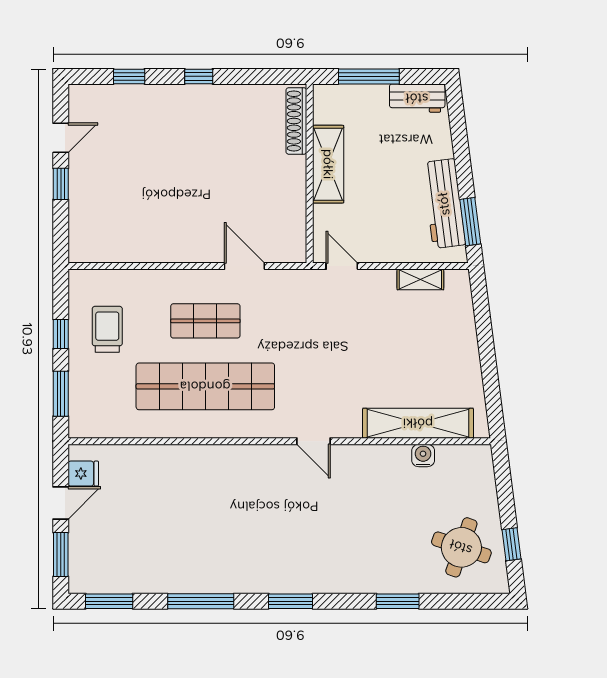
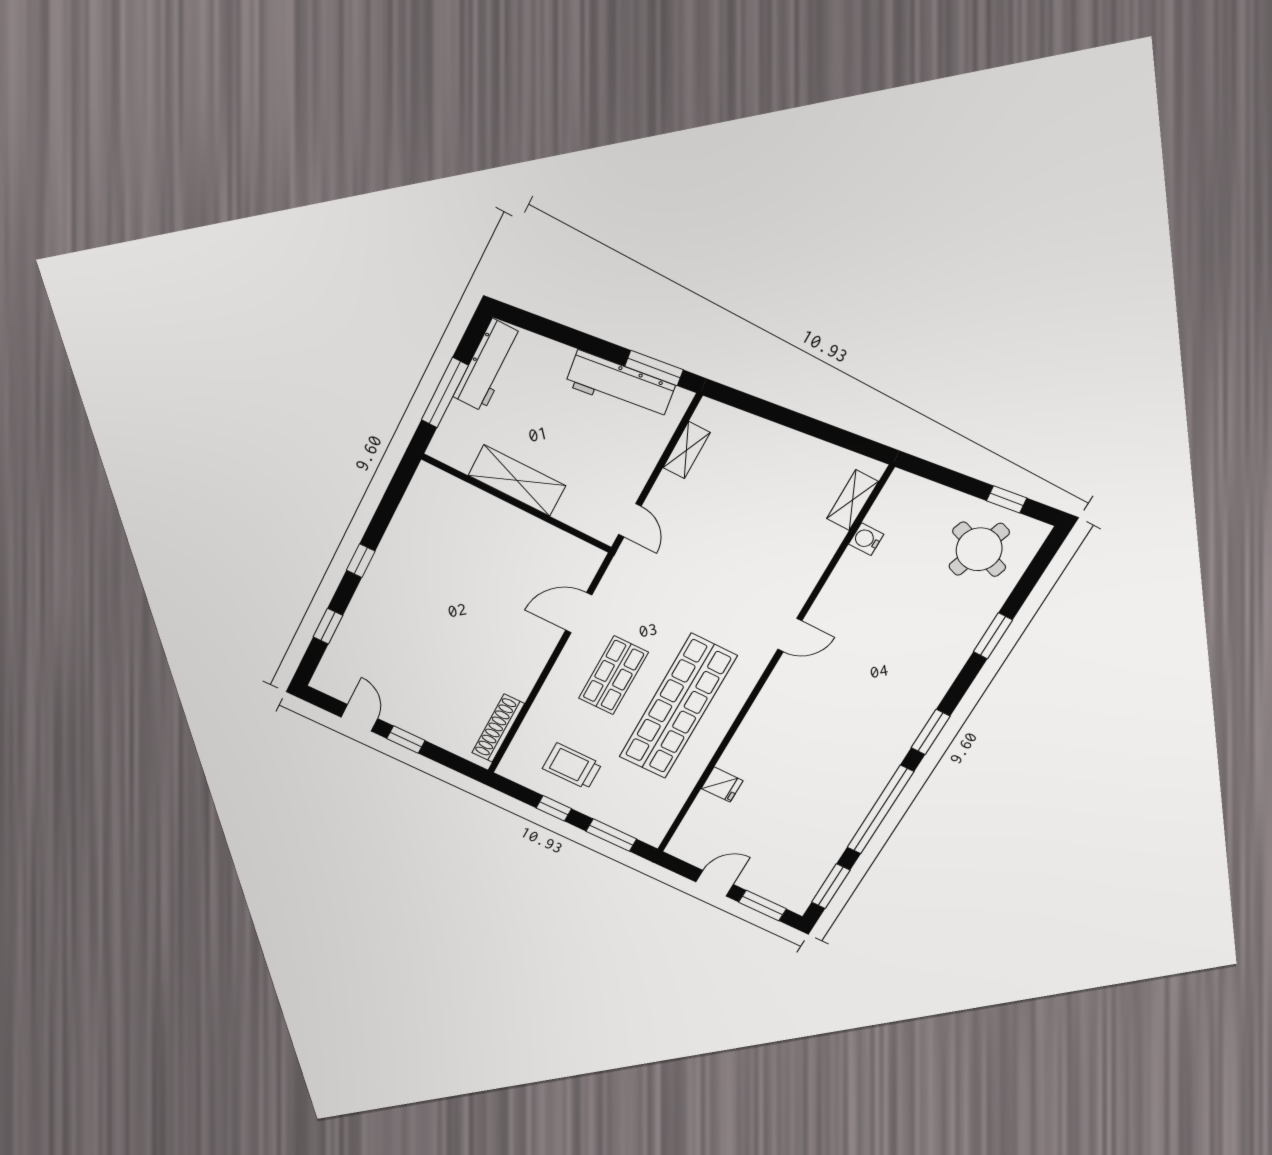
workbench: (417, 98) -> (488, 365), width x1.38
shoe rack: (296, 121) -> (498, 728), moved, turned 90
door: (342, 266) -> (630, 520), swing flipped
shelving: (418, 423) -> (852, 500), width x0.45, depth x0.75
fridge: (83, 474) -> (722, 785), moved, turned 90
door: (61, 503) -> (715, 883), hinge flipped
window: (201, 601) -> (880, 810), width x1.46

